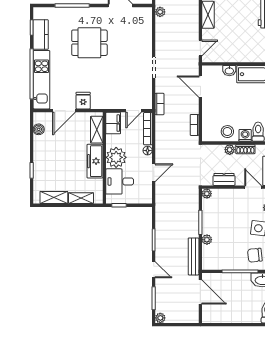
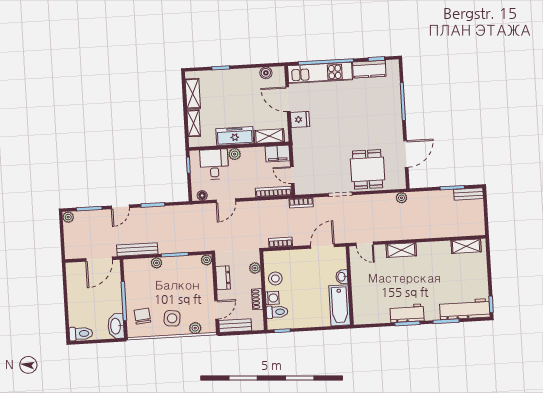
dining table: (89, 43) -> (368, 169), moved
plant: (230, 150) -> (255, 268), moved
floor lamp: (148, 151) -> (202, 195), moved
plant: (116, 157) -> (235, 154), width x0.53, depth x0.53
door: (154, 173) -> (226, 201), hinge flipped

